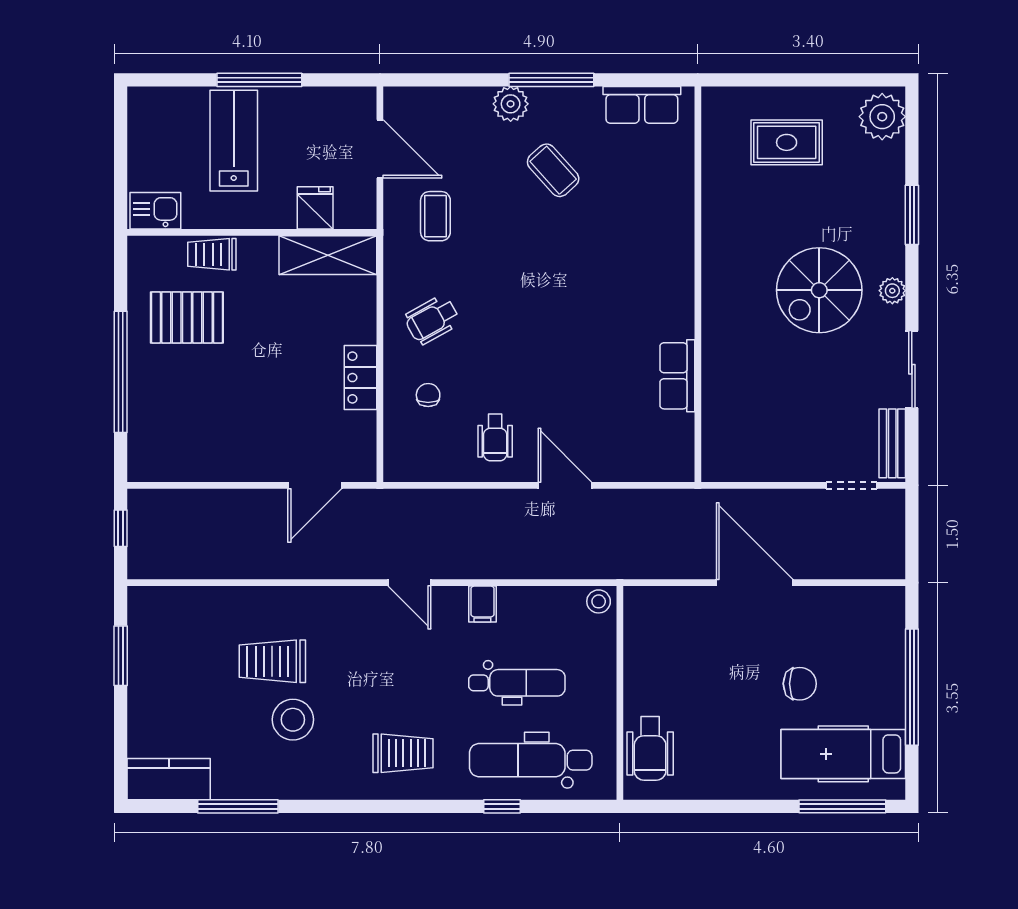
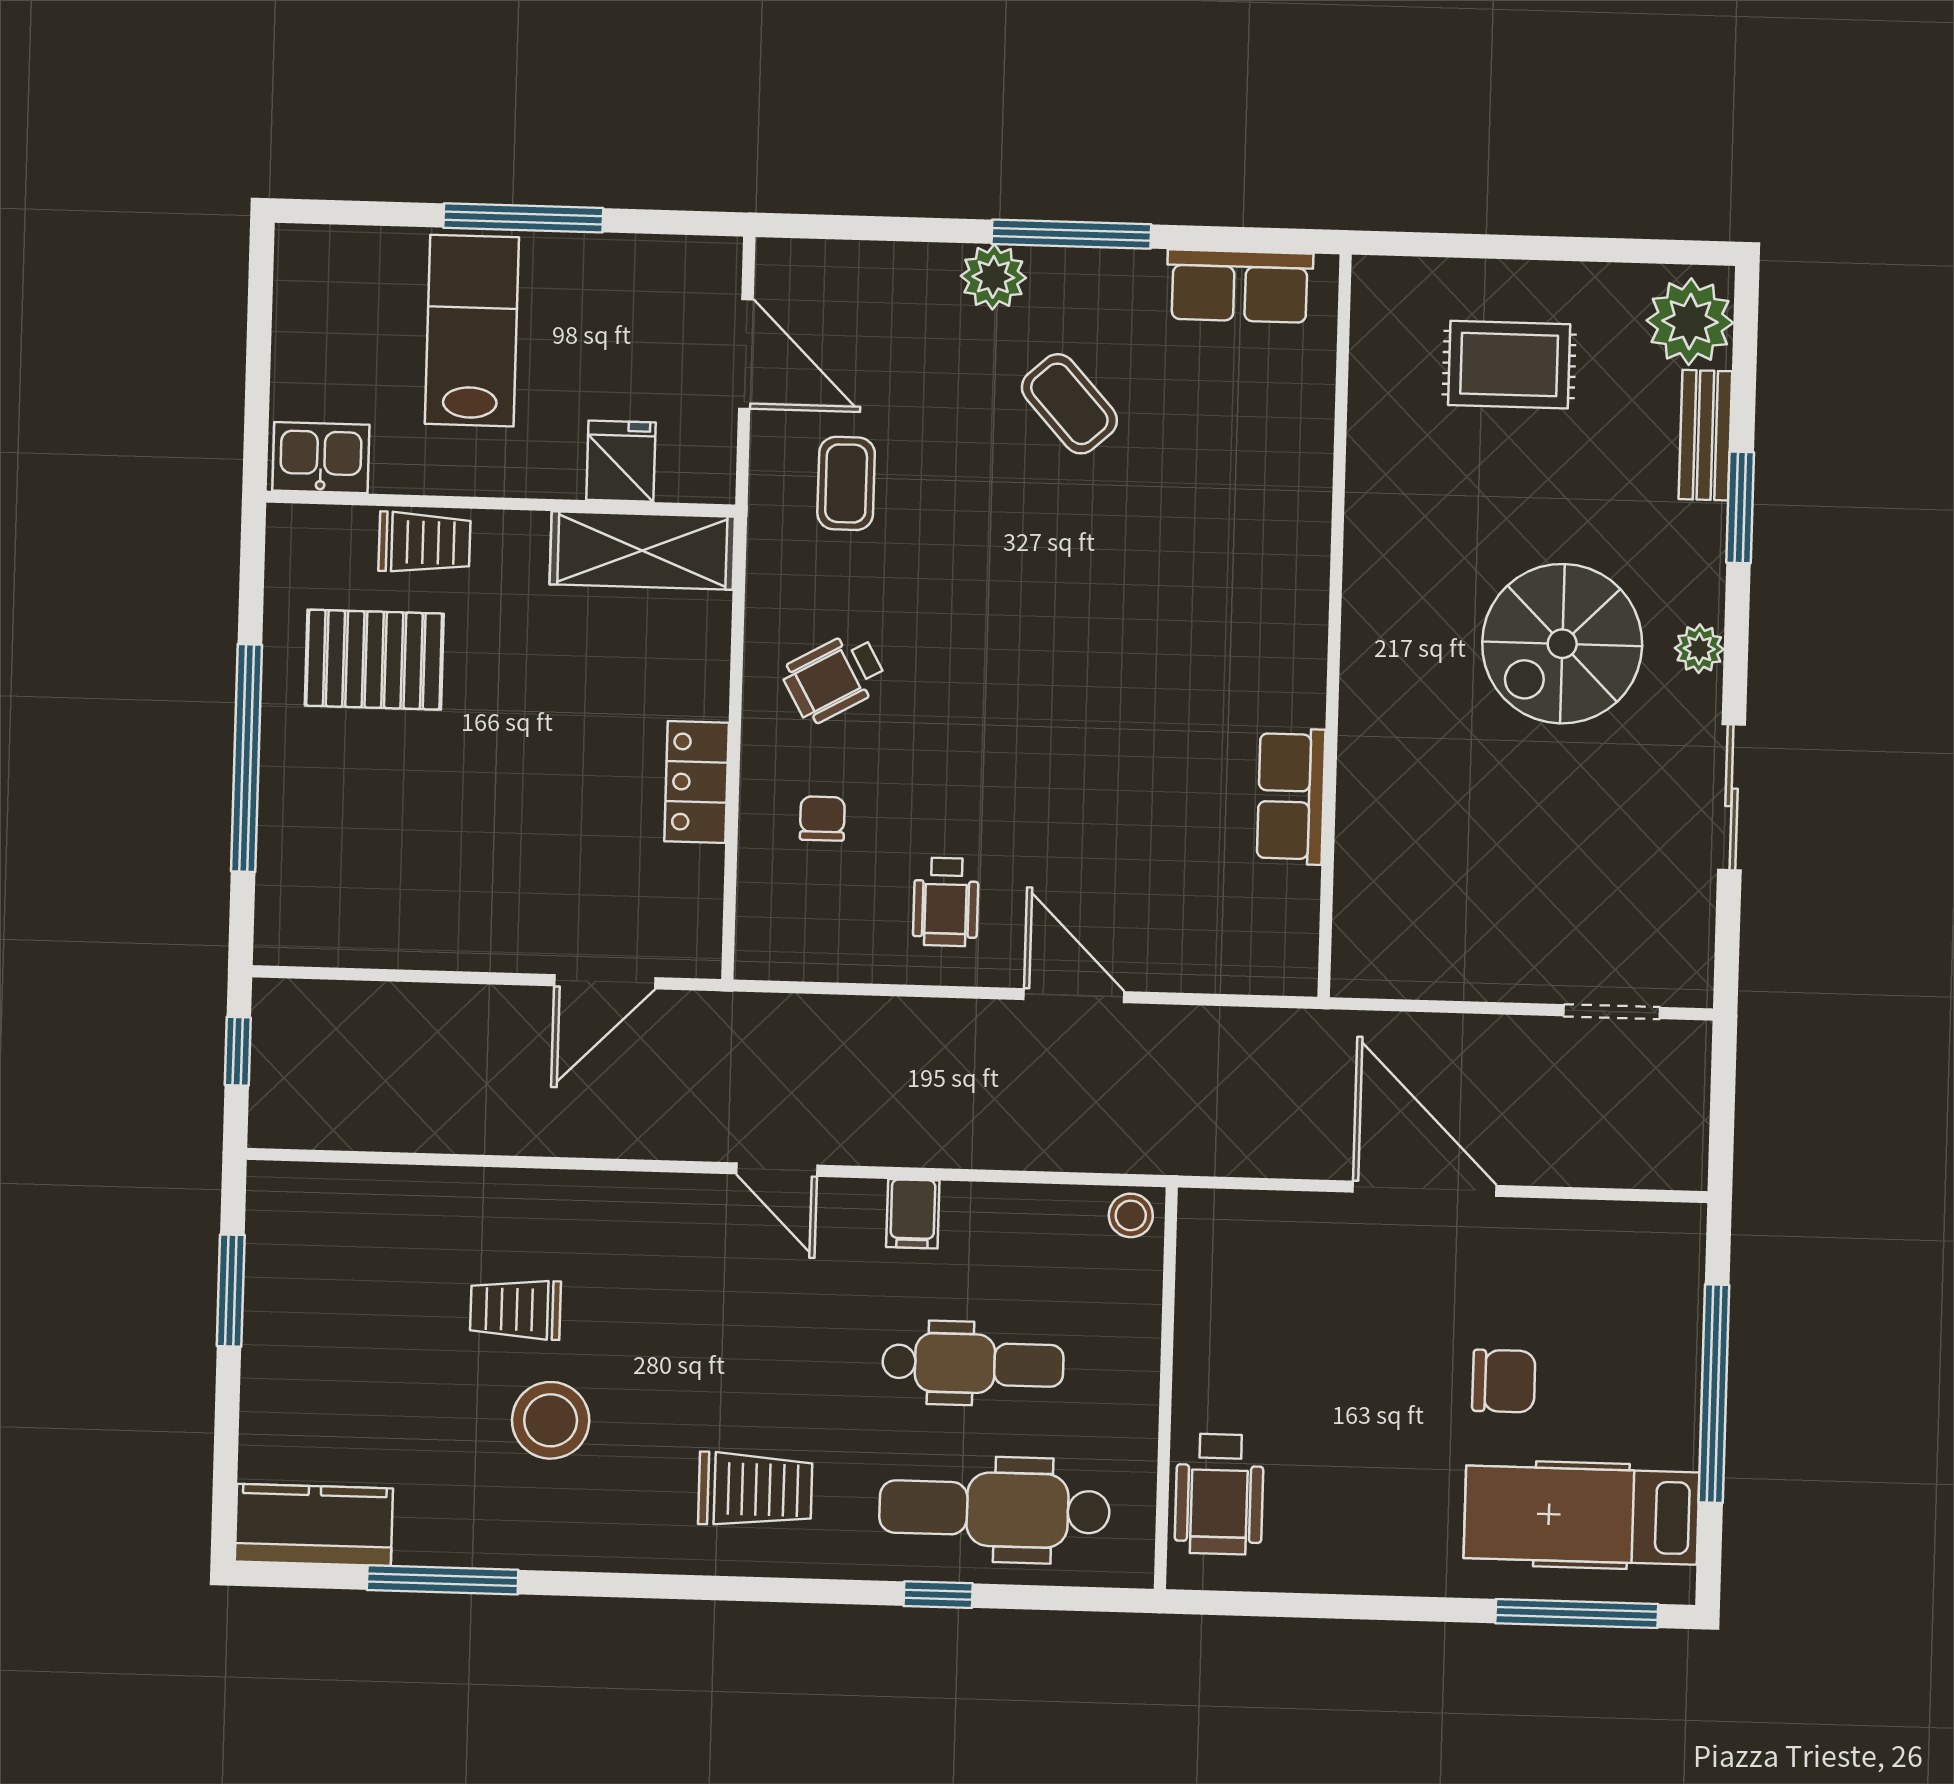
trolley: (212, 254) -> (424, 542), turned 180
bench: (892, 443) -> (1705, 435), moved
trolley: (272, 661) -> (515, 1309), width x0.73, depth x0.72

